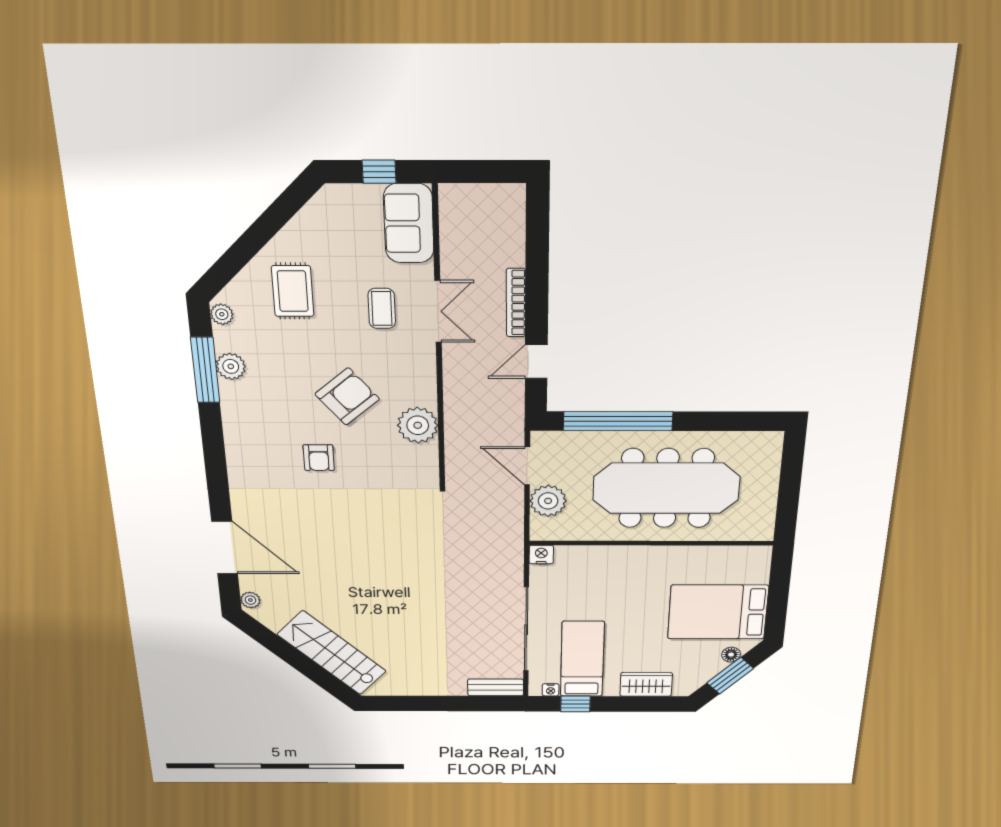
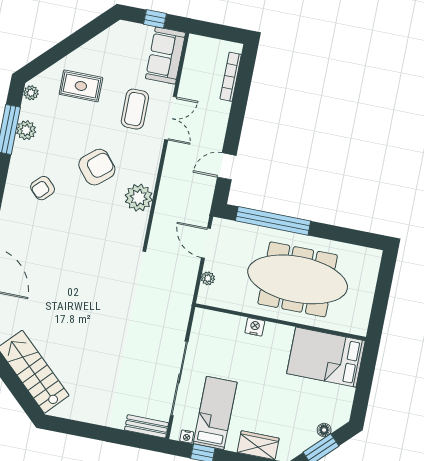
rug: (293, 291) -> (81, 86), turned 90
bookcase: (516, 303) -> (231, 77), moved
coffee table: (382, 308) -> (135, 109), width x1.36, depth x1.30
armchair: (319, 458) -> (43, 188), moved, turned 45
plant: (548, 501) -> (208, 278), width x0.53, depth x0.53
nightstand: (541, 555) -> (255, 327), moved
bed: (718, 612) -> (326, 357), moved

